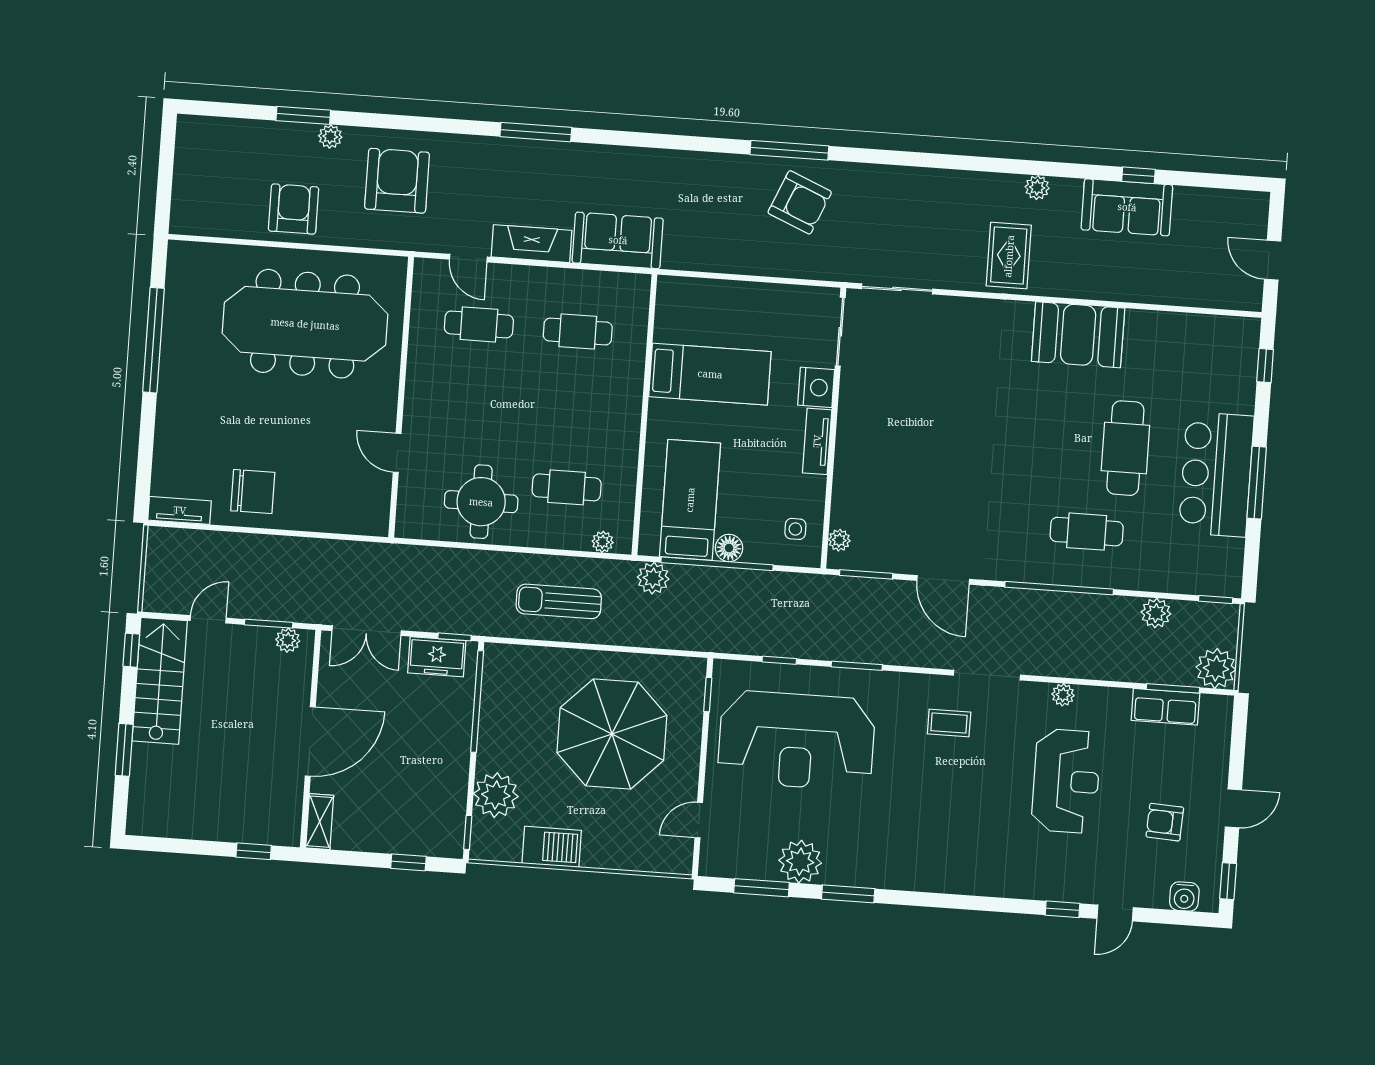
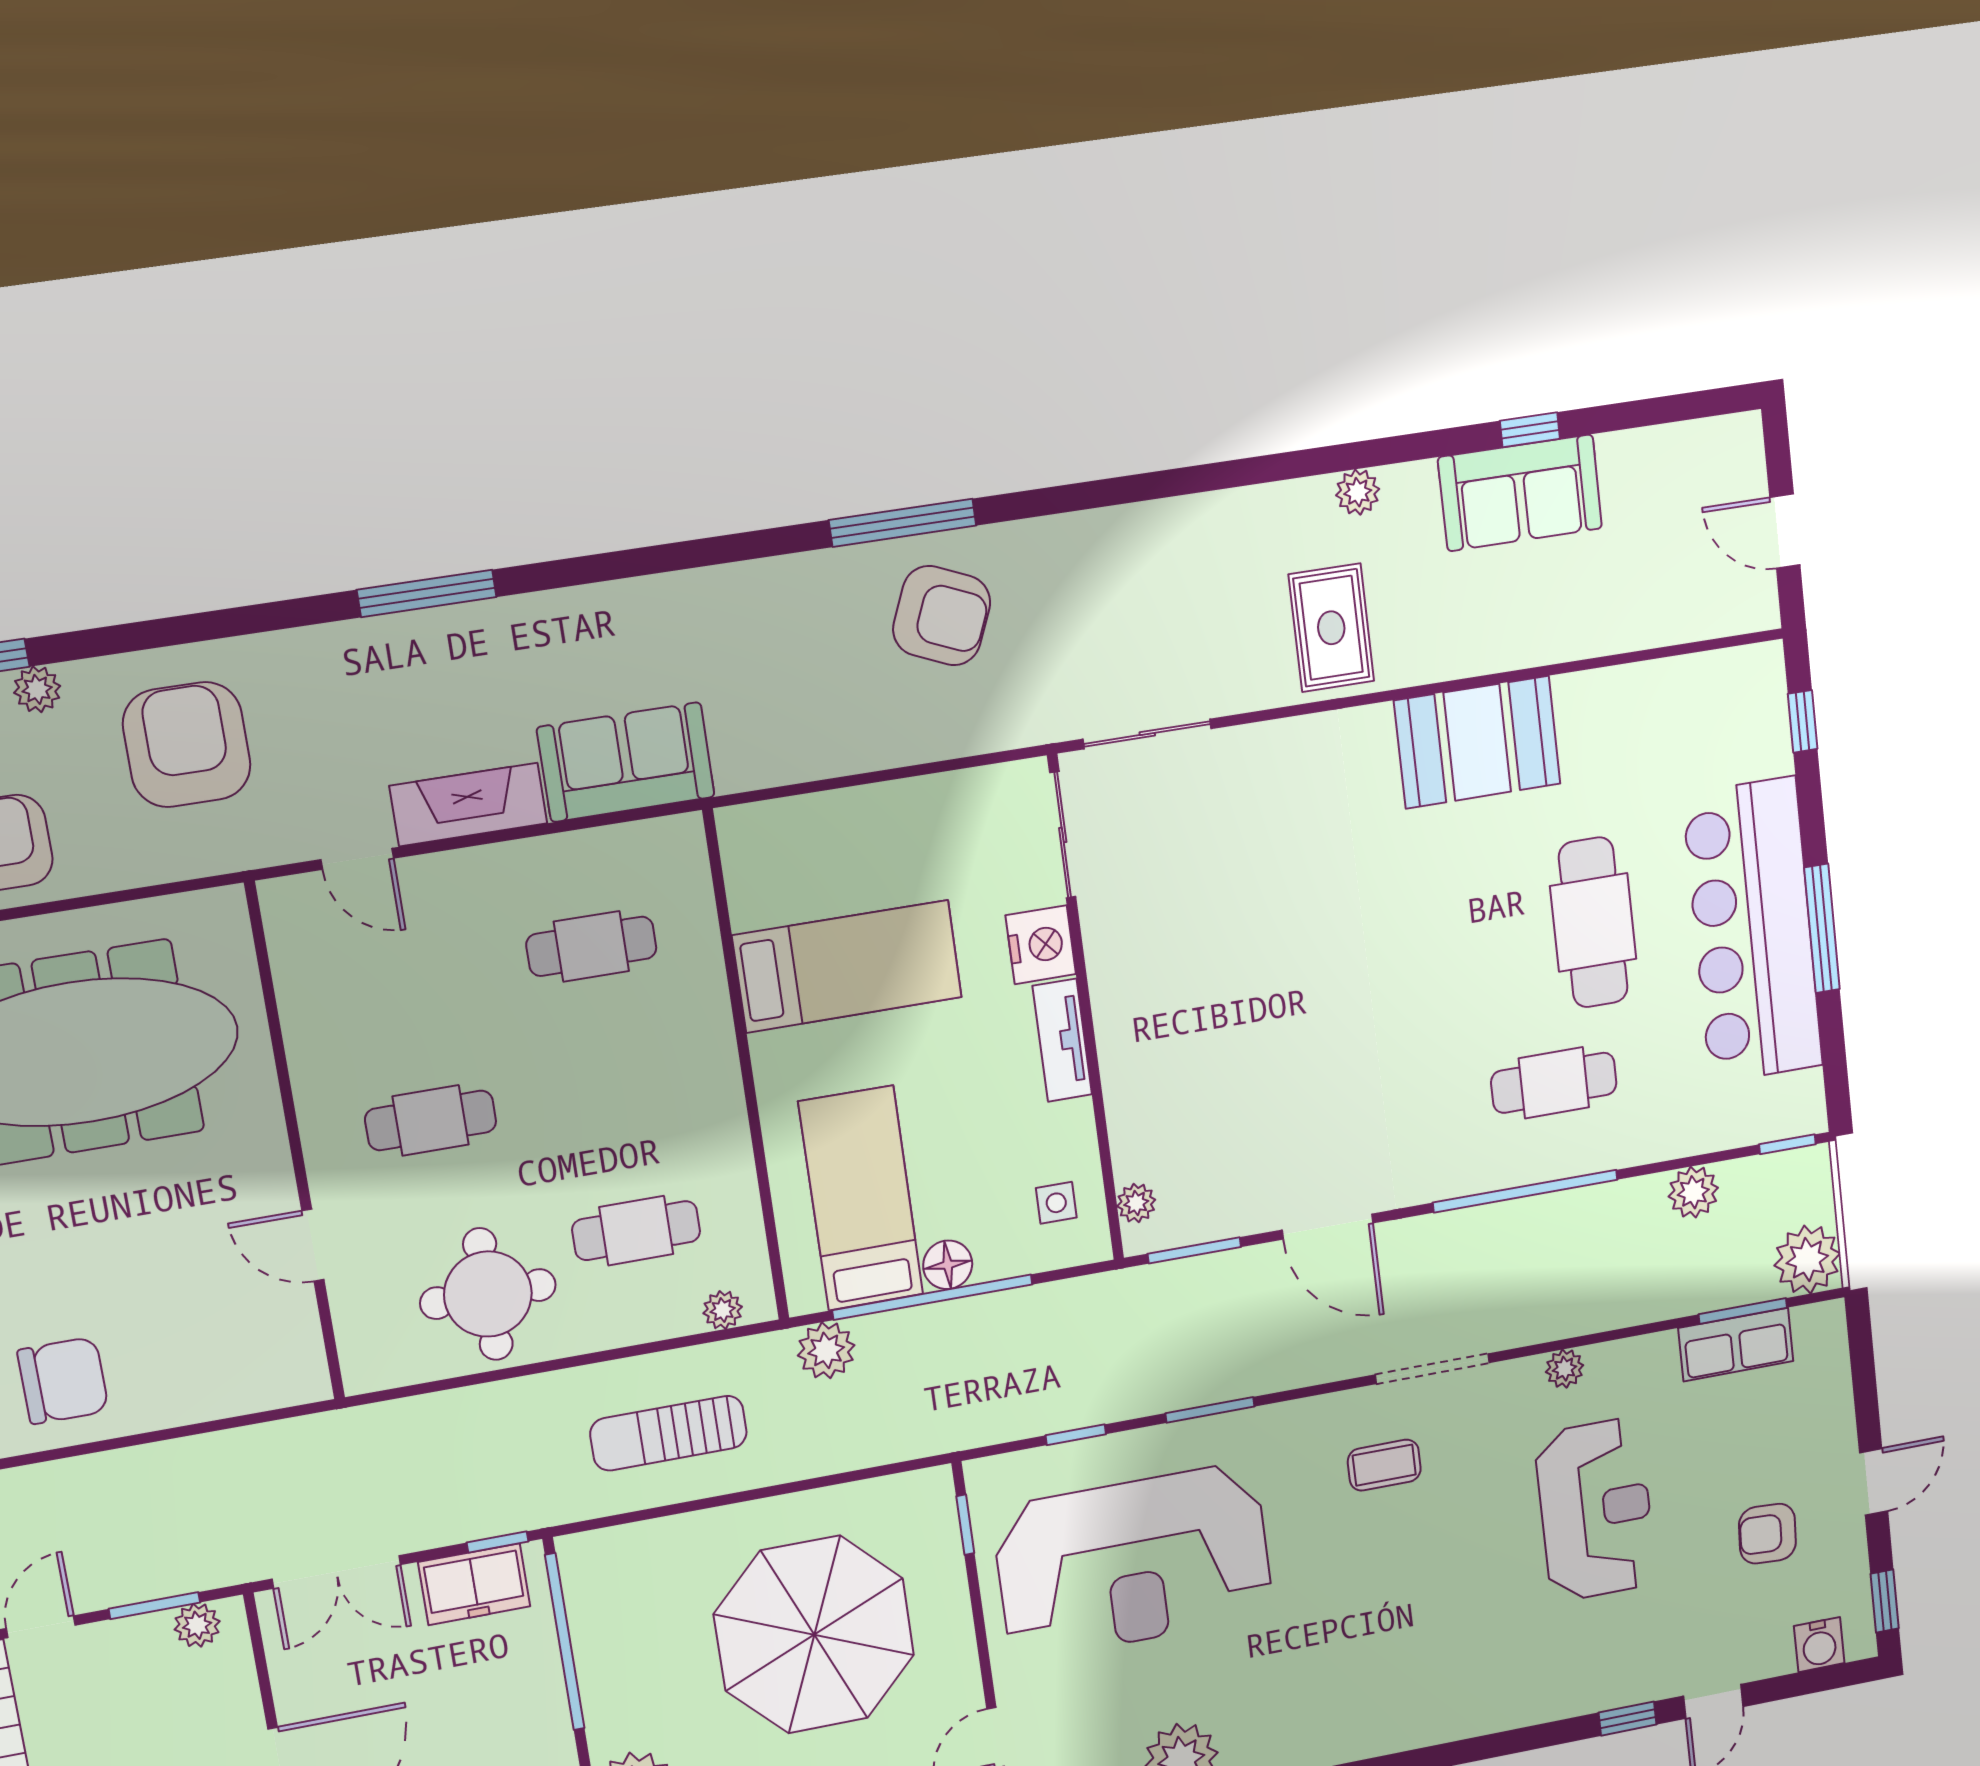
cafe table: (479, 324) -> (431, 1120), moved
bar counter: (1216, 474) -> (1753, 931), width x1.36

